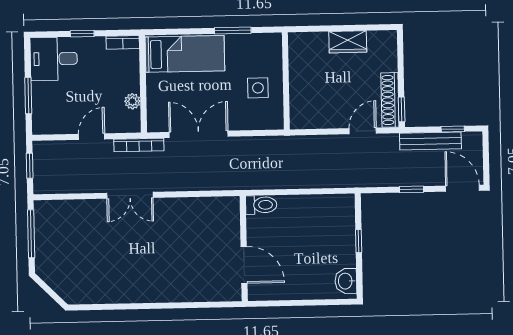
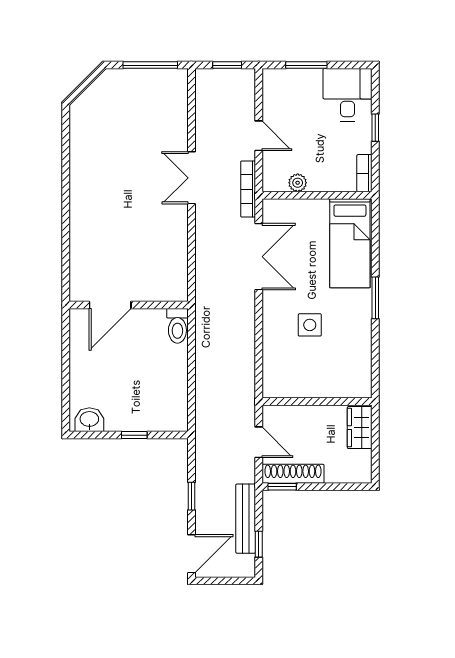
wall: (286, 81) -> (317, 401), moved

